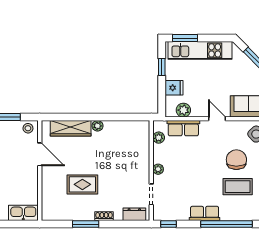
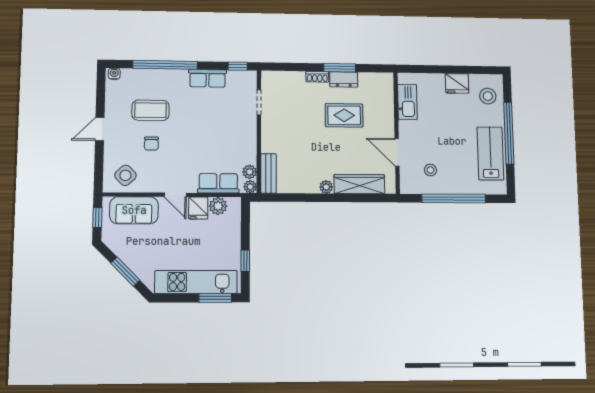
fridge: (174, 88) -> (198, 208), moved, turned -90
stool: (28, 128) -> (430, 170), moved
bench: (144, 136) -> (269, 173), added
chair: (236, 160) -> (151, 144), width x0.54, depth x0.54
plant: (158, 169) -> (250, 187), moved
kitchen sink: (23, 213) -> (407, 102), moved, turned -90
row of seats: (205, 213) -> (207, 78), moved
dresser: (134, 214) -> (344, 79), moved

